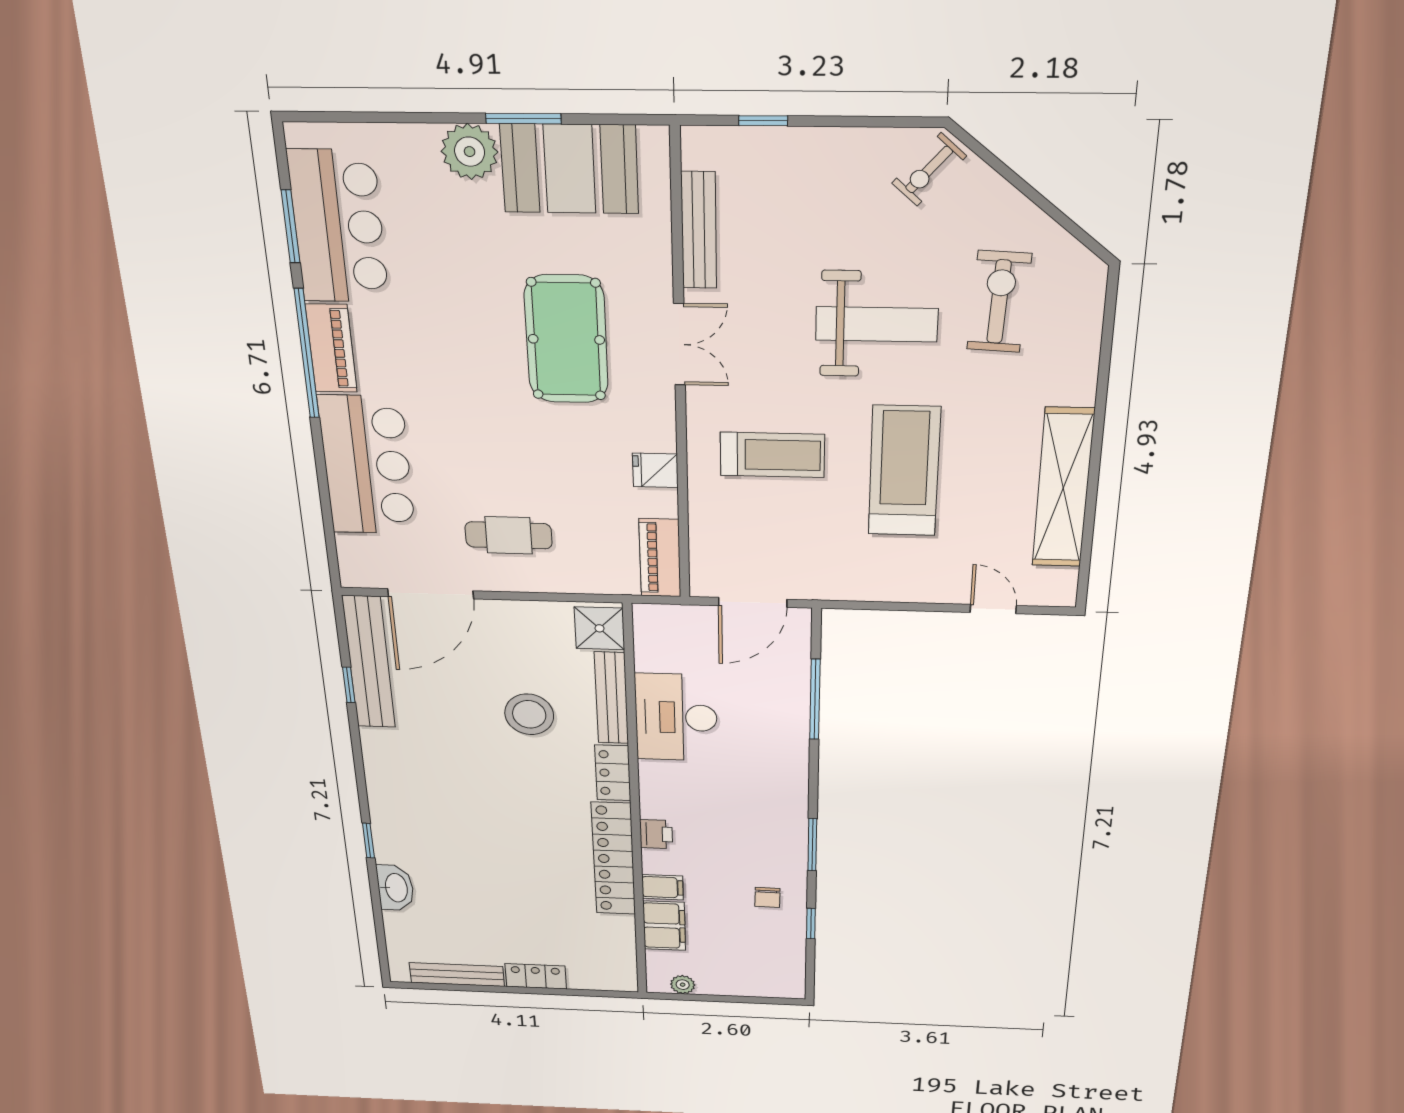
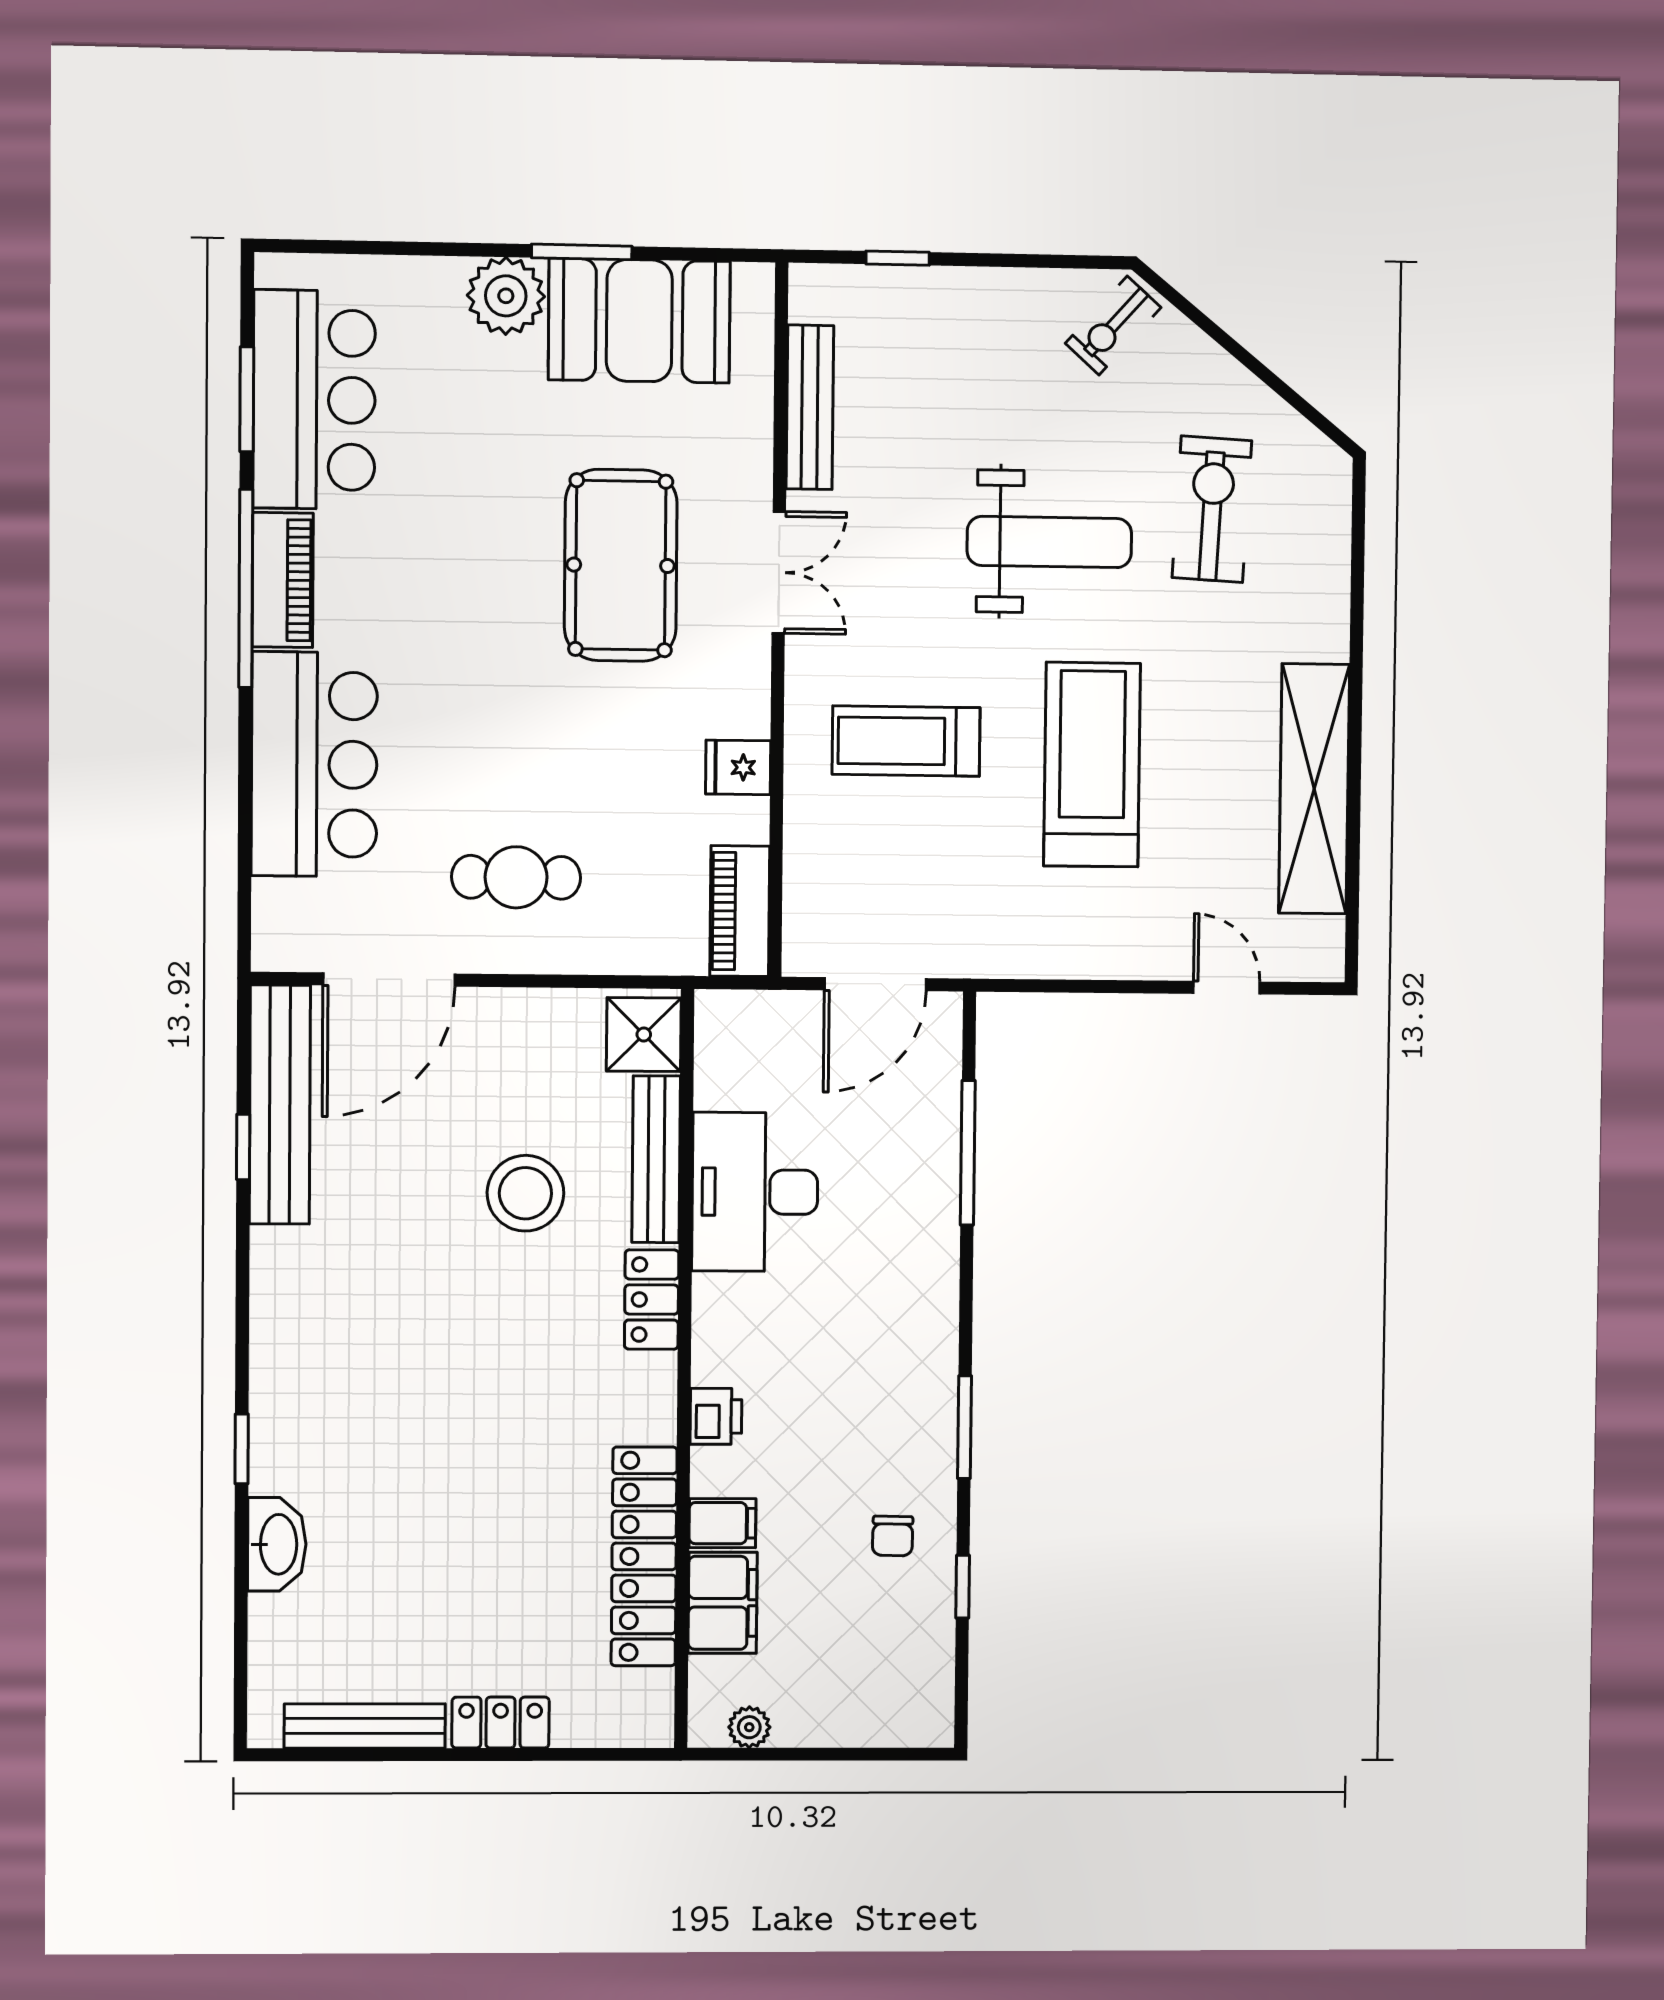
treadmill: (772, 455) -> (906, 741), turned 180
locker: (614, 859) -> (644, 1556), moved

